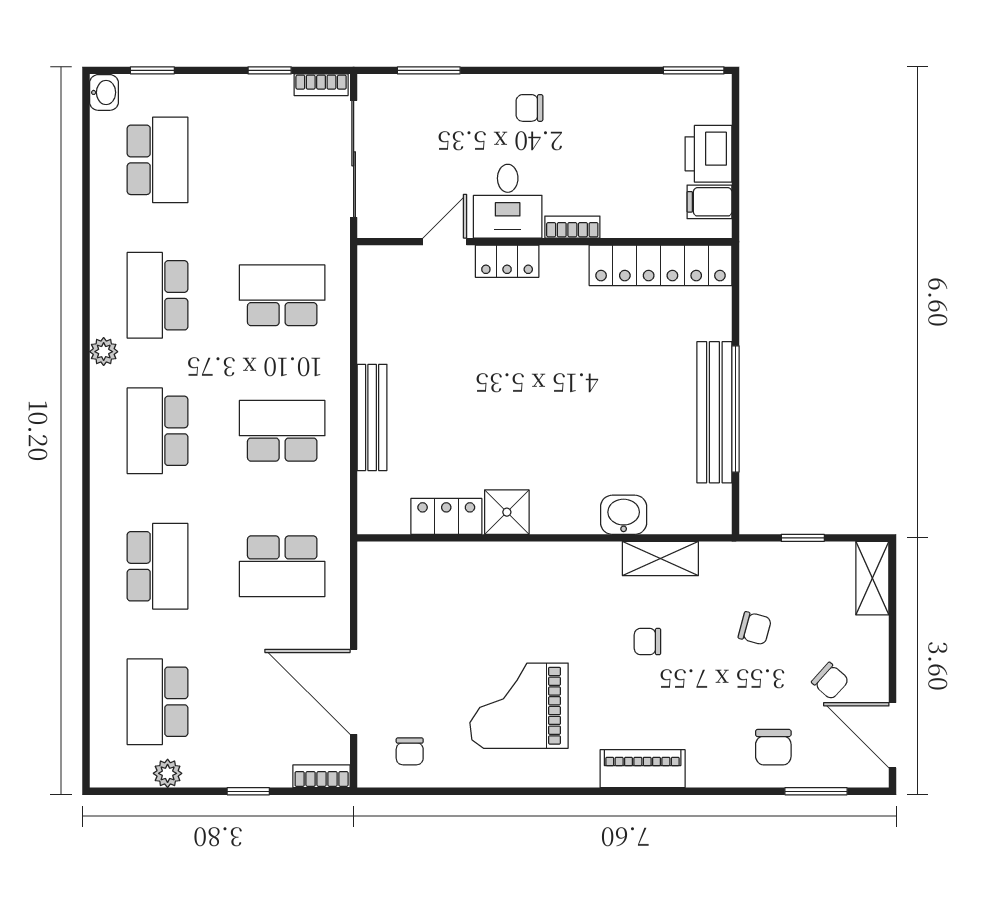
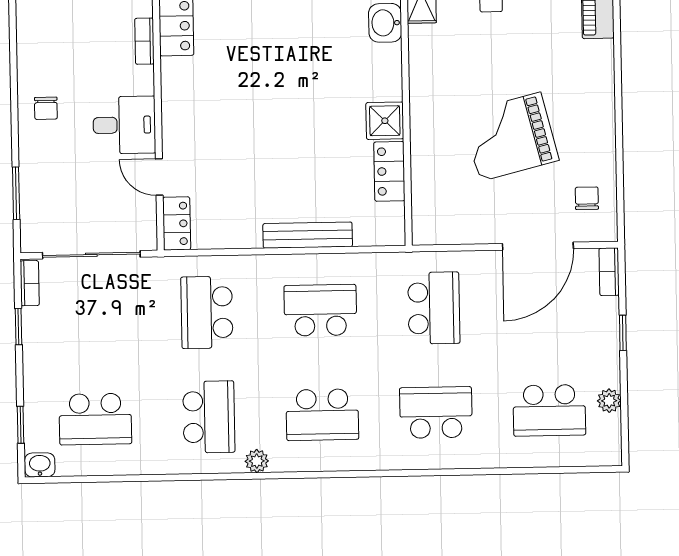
school desk: (157, 160) -> (95, 419), turned 180
bookcase: (572, 227) -> (144, 41), moved
locker: (507, 261) -> (177, 223), moved
school desk: (157, 295) -> (209, 417), turned -90
school desk: (282, 431) -> (320, 310), turned 90
grand piano: (519, 706) -> (510, 137), moved, turned 76
chair: (410, 751) -> (587, 198), turned -90

